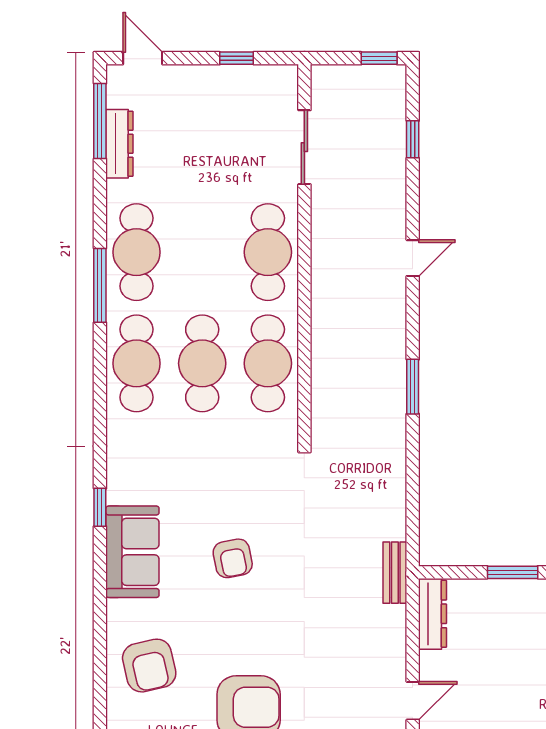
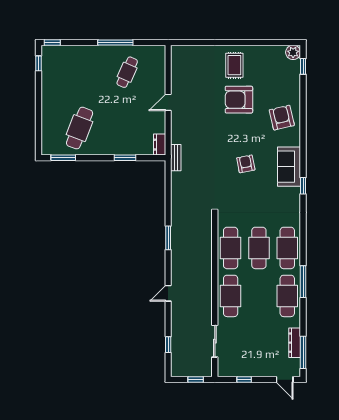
window: (379, 58) -> (196, 380), moved
dresser: (433, 614) -> (160, 145), width x0.70

